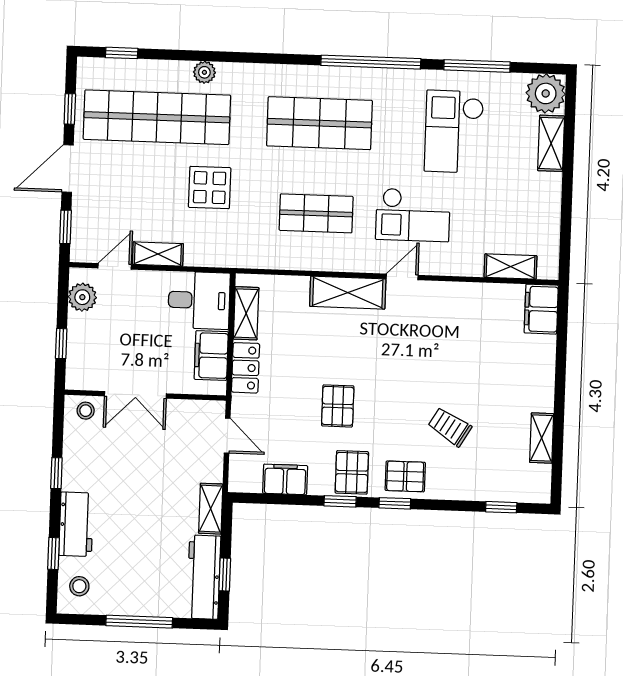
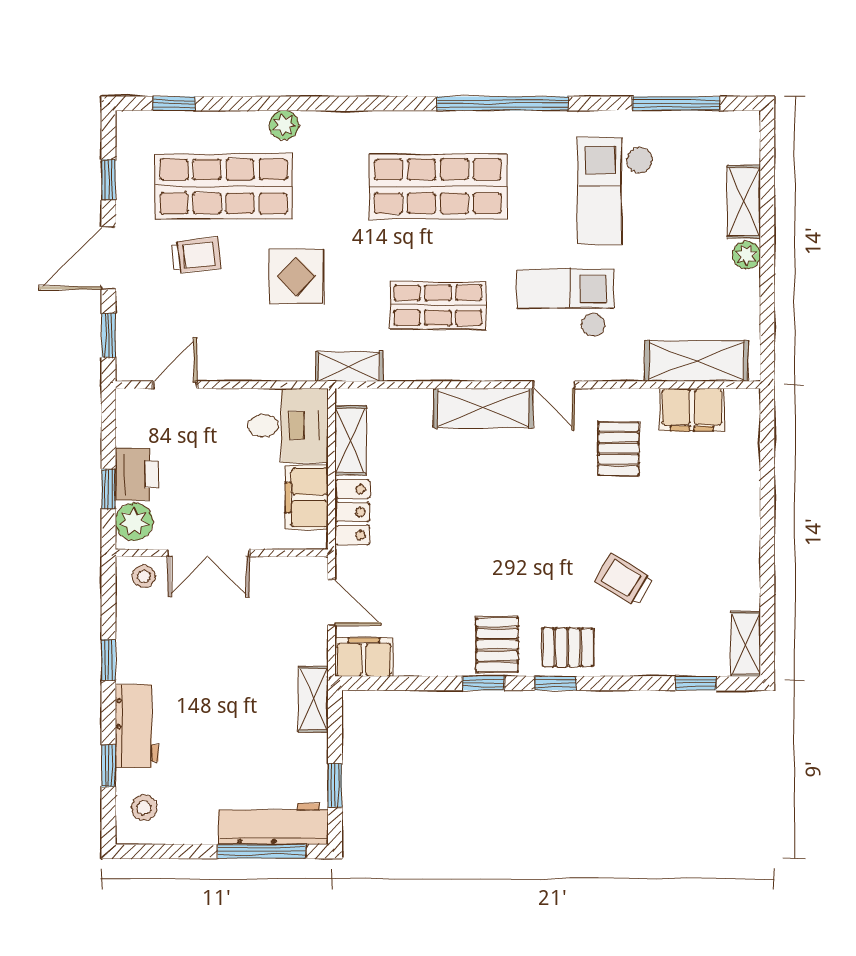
window: (477, 66) -> (676, 103), moved
plant: (546, 93) -> (746, 255), moved, width x0.53, depth x0.53
shop shelf: (157, 117) -> (224, 186), width x0.71
trolley: (134, 169) -> (196, 255), added
checkout: (413, 215) -> (565, 303), turned 180
shelving: (158, 254) -> (349, 366), moved
shelving: (511, 267) -> (696, 361), width x1.50, depth x1.33
door: (402, 277) -> (554, 385), swing flipped
plant: (82, 297) -> (134, 522), moved
filing cabinet: (541, 309) -> (692, 410), moved, turned -90
printer: (83, 333) -> (137, 474), added
pallet: (338, 406) -> (618, 449), moved
shelving: (542, 438) -> (746, 644), moved
filing cabinet: (285, 479) -> (364, 657), moved
workbench: (204, 577) -> (273, 824), moved, turned 90
window: (139, 622) -> (262, 851), moved

